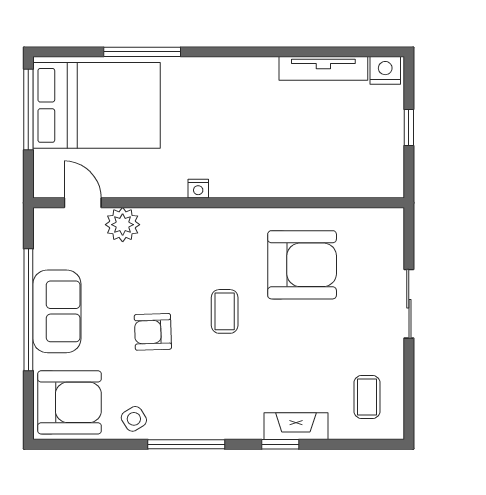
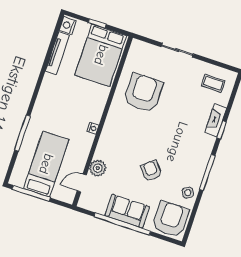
bed: (97, 105) -> (46, 164), width x0.67
bed: (348, 156) -> (101, 55), added
coffee table: (225, 311) -> (153, 135), removed
armchair: (153, 332) -> (151, 171), turned 142

